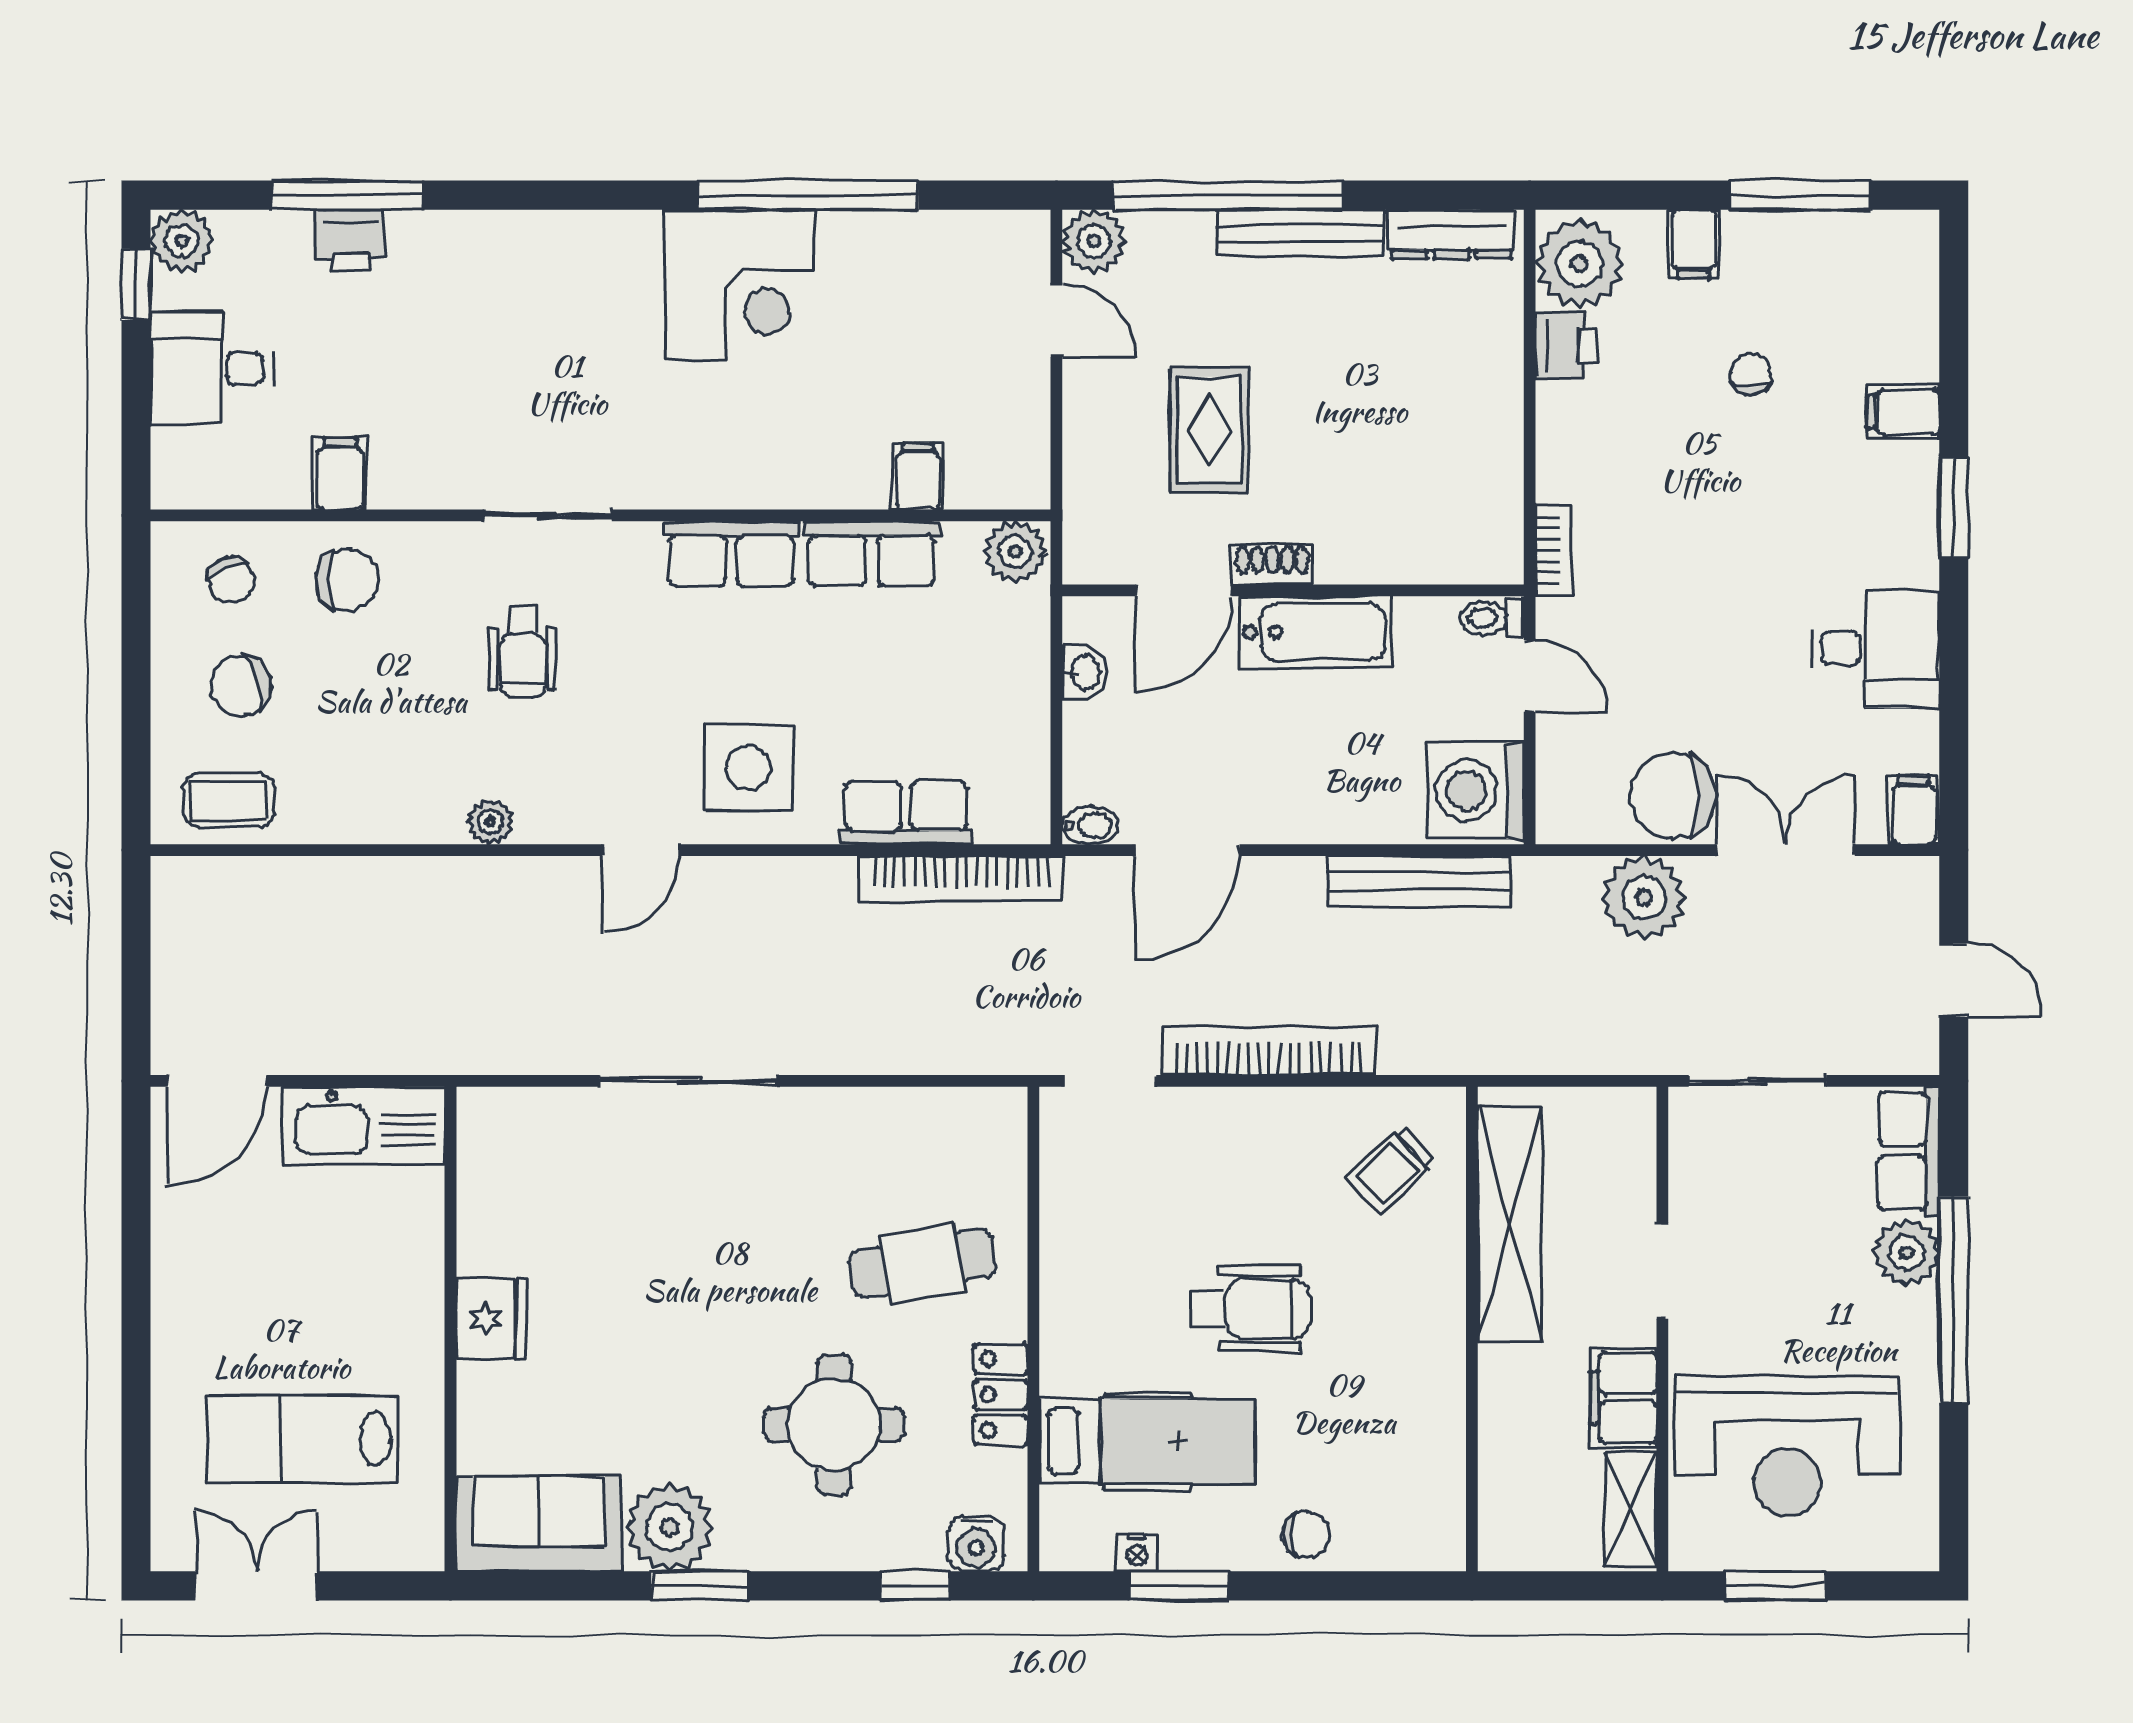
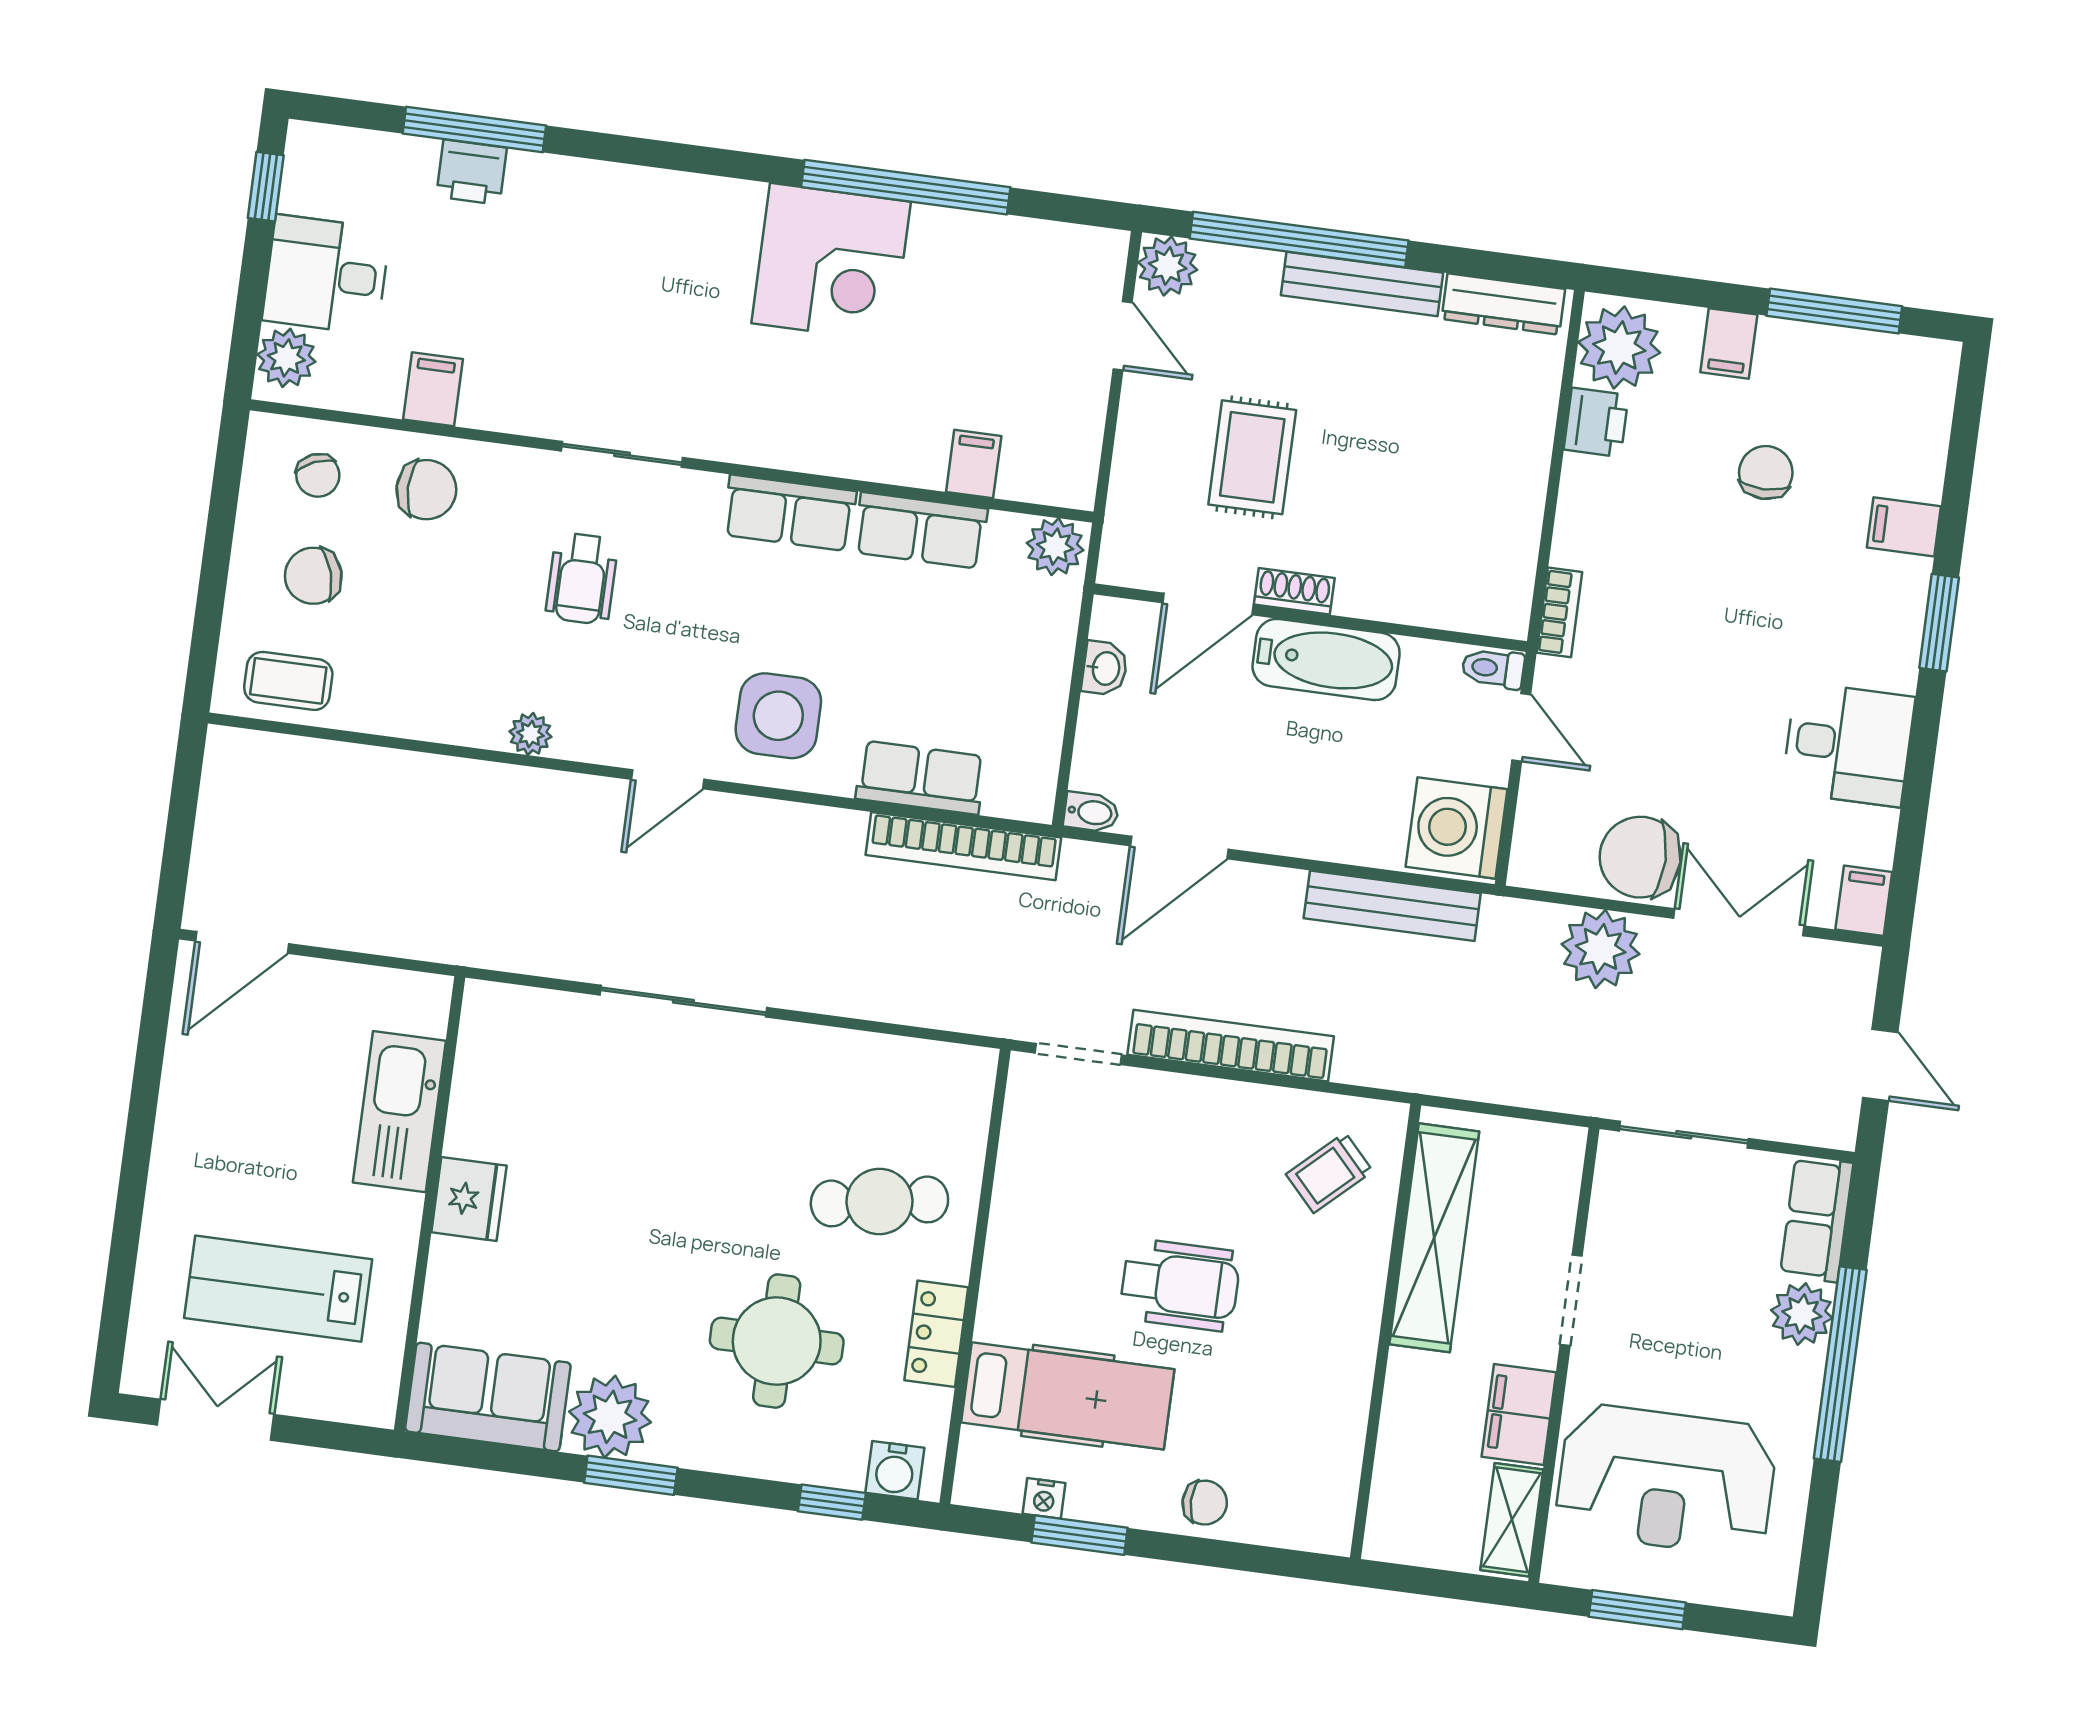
plant: (182, 241) -> (286, 358), moved
chair: (1751, 374) -> (1766, 473), width x1.37, depth x1.37
kitchen sink: (364, 1126) -> (399, 1112), moved, turned 90

